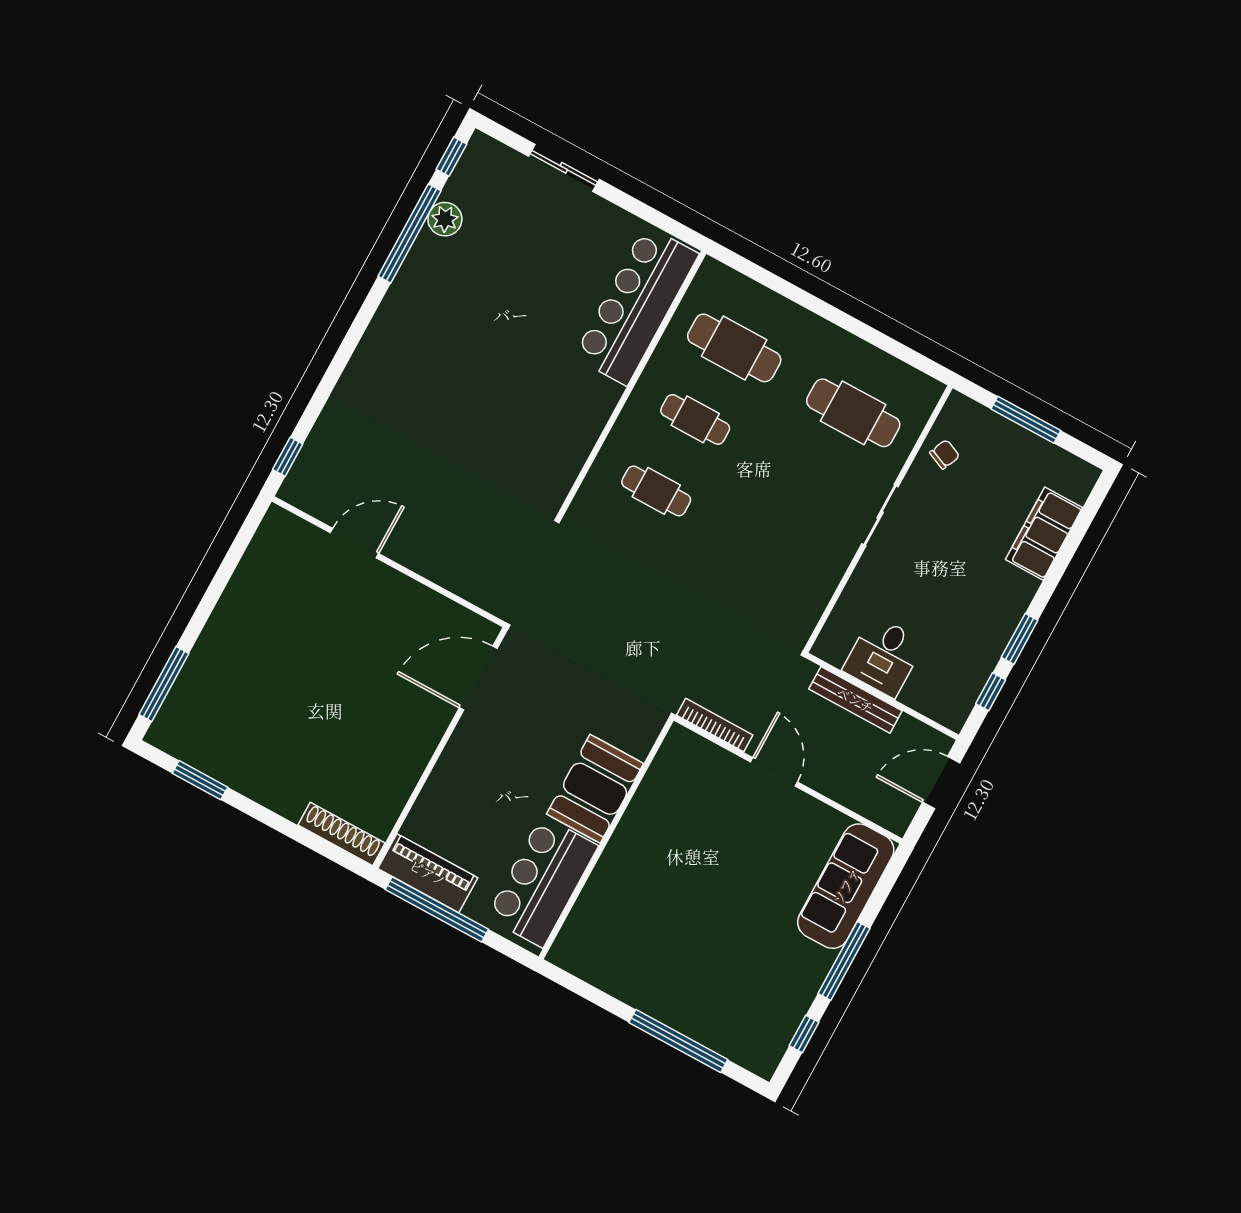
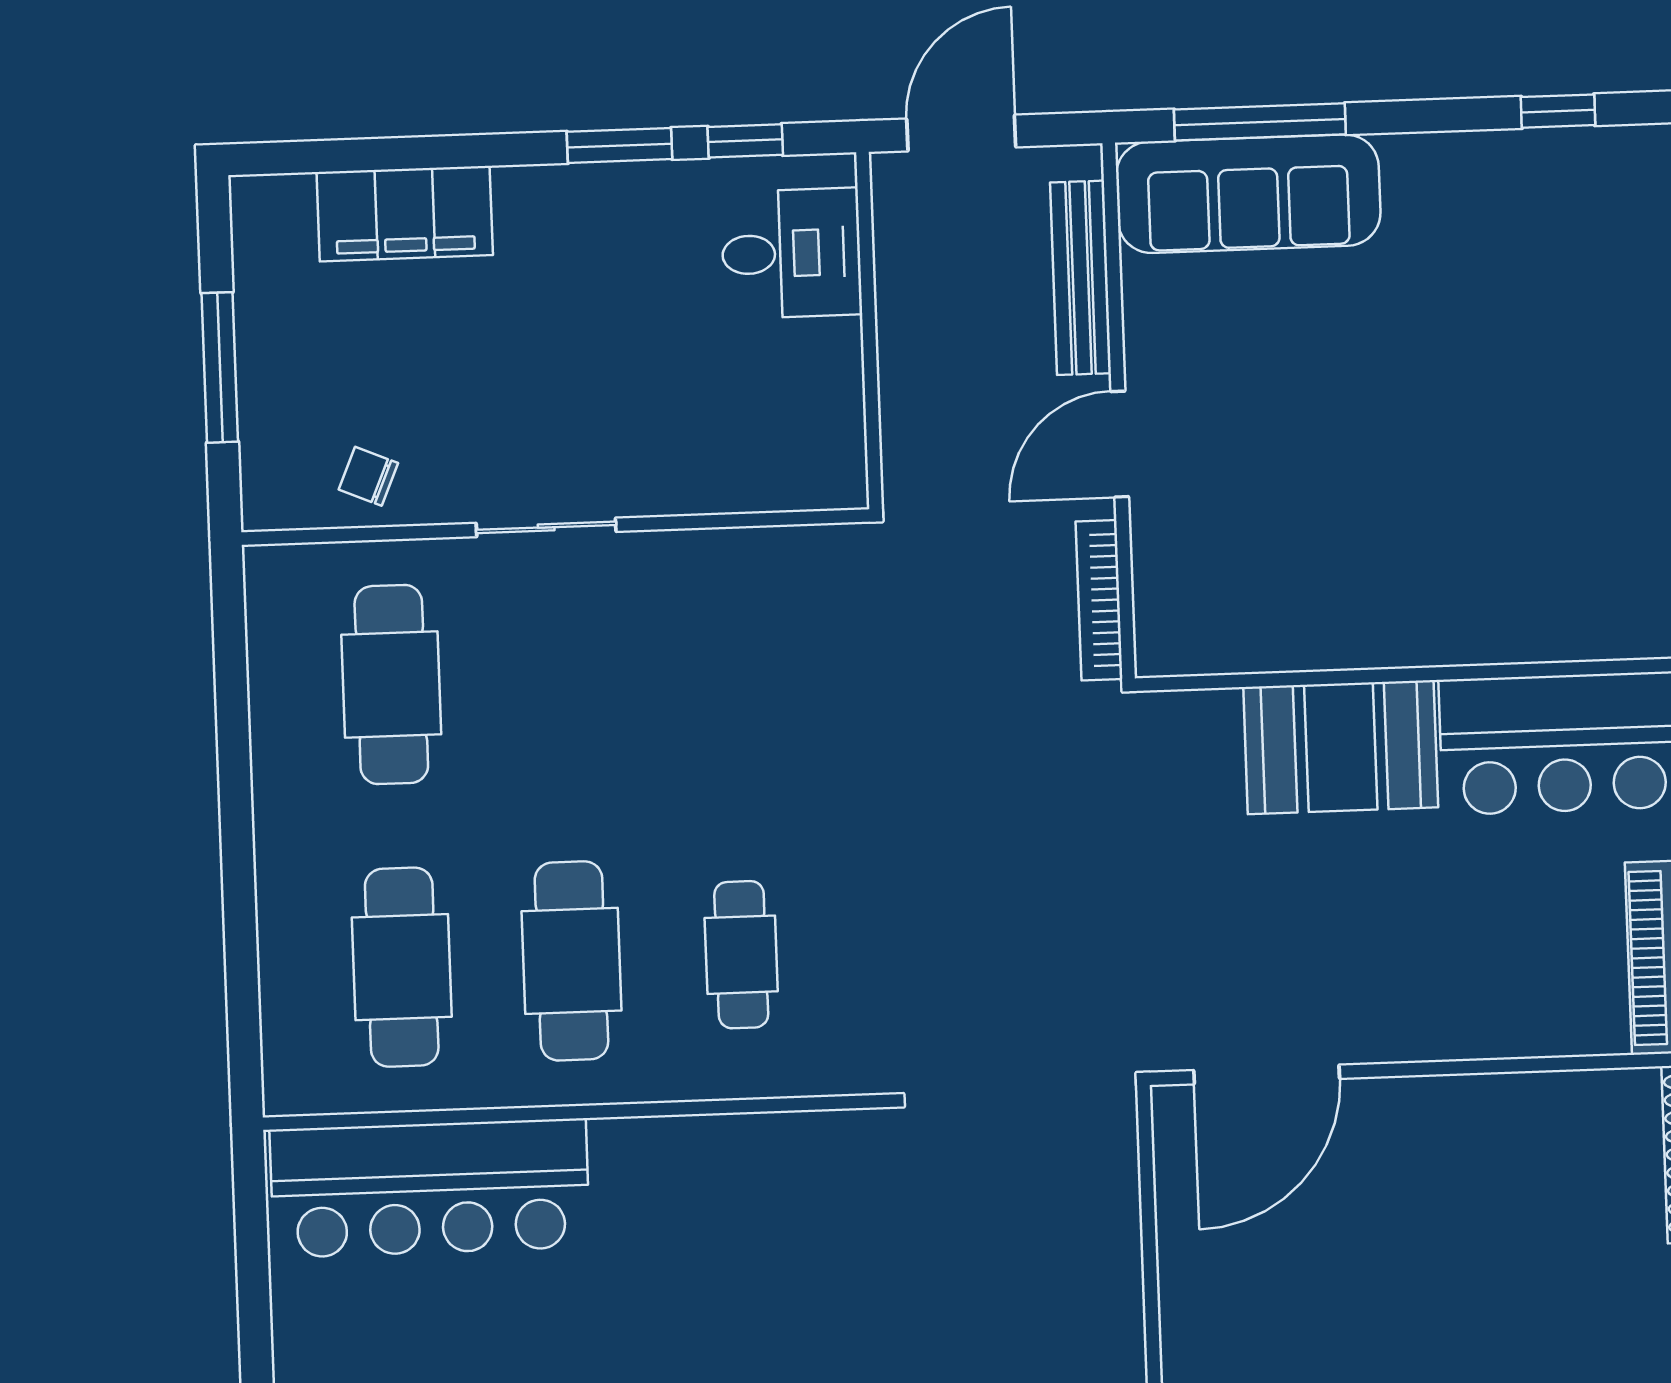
cafe table: (695, 419) -> (571, 961), width x1.37, depth x1.35
desk: (884, 656) -> (791, 253), moved
door: (478, 678) -> (1267, 1075), hinge flipped
bench: (855, 700) -> (1081, 278), moved
door: (941, 783) -> (961, 133), swing flipped
window: (844, 961) -> (1260, 122), moved

